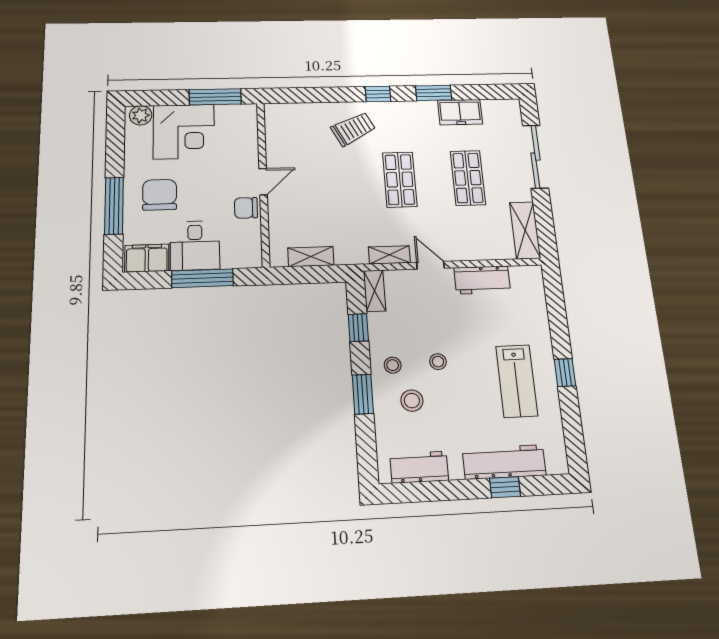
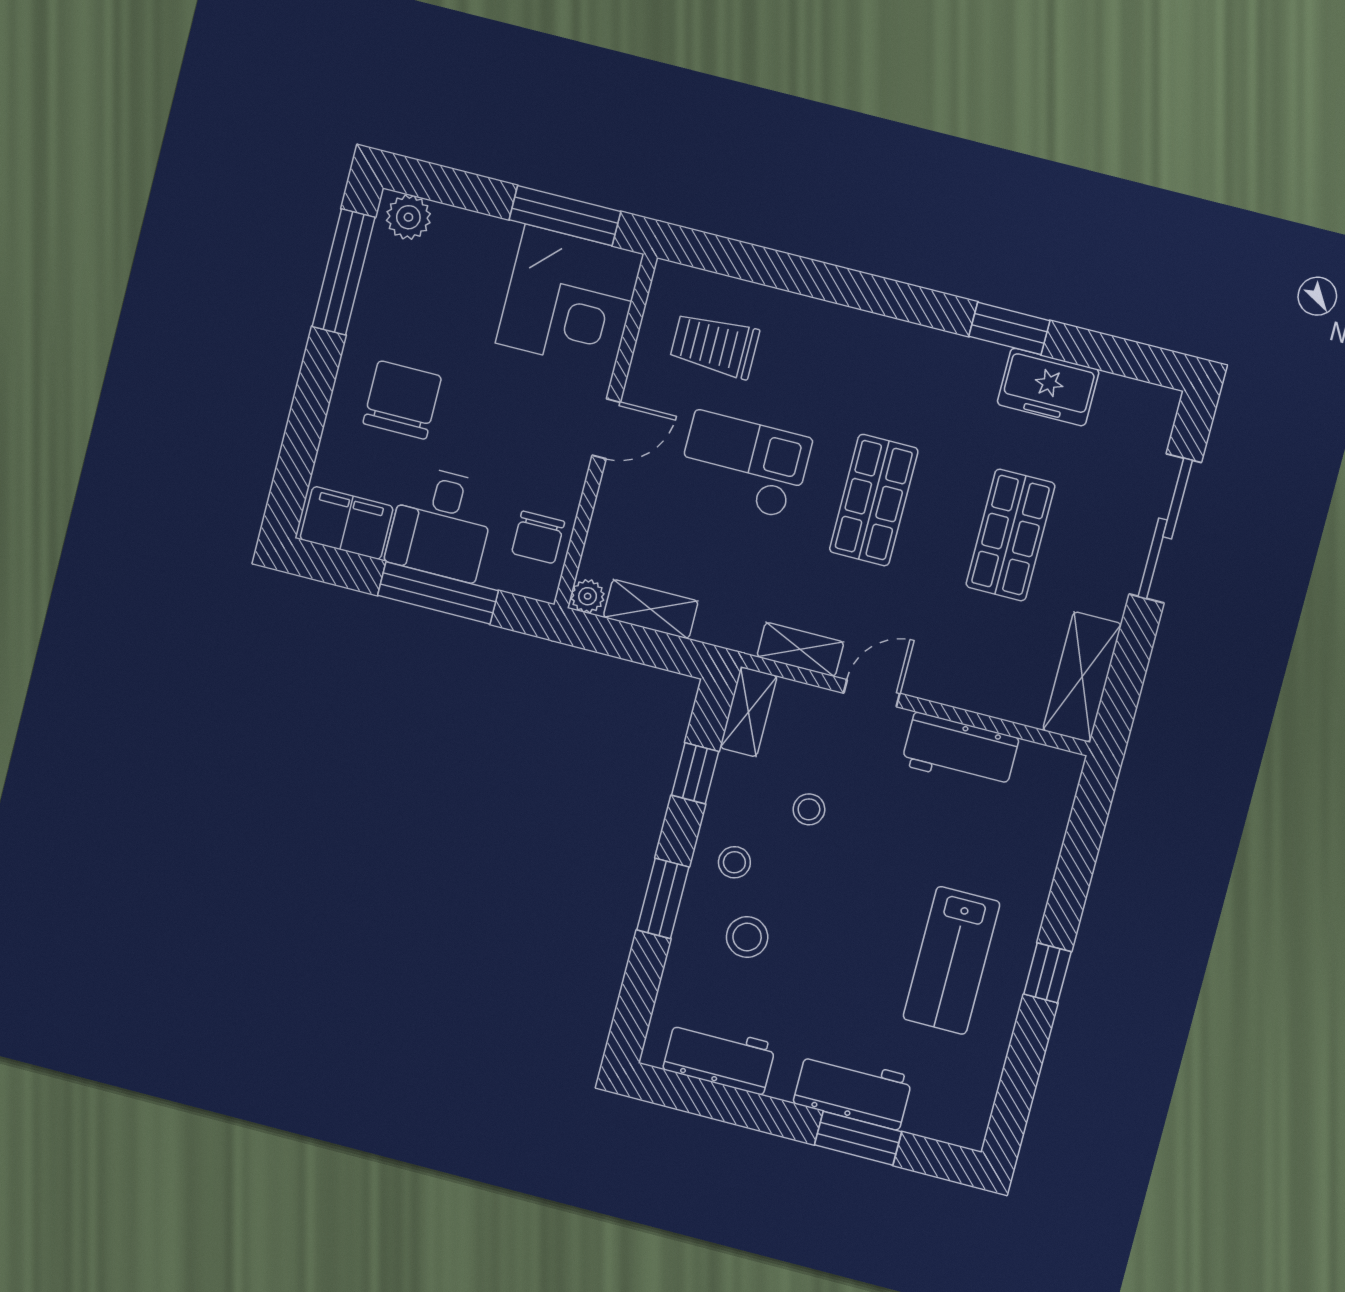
window: (378, 94) -> (894, 299), removed
trolley: (353, 129) -> (715, 345), moved, turned -153
corner desk: (184, 132) -> (569, 299), moved
checkout: (334, 180) -> (744, 465), added
window: (114, 206) -> (343, 272), moved
chair: (246, 208) -> (538, 537), moved, turned -90
plant: (278, 259) -> (588, 596), added
door: (430, 265) -> (872, 693), hinge flipped
stool: (438, 362) -> (809, 809), moved
workbench: (504, 462) -> (853, 1090), width x0.73
window: (505, 487) -> (858, 1138), width x1.50

